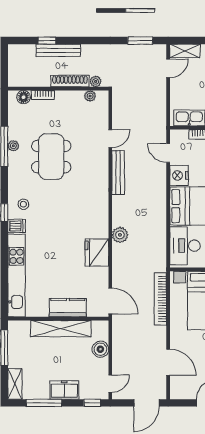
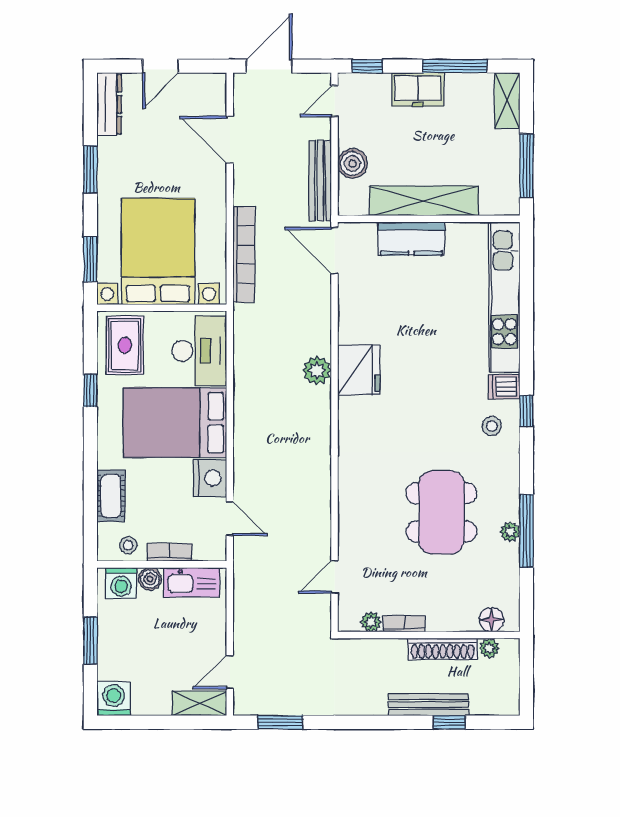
shoe rack: (70, 81) -> (443, 649), moved
plant: (96, 81) -> (489, 648), moved
bookcase: (43, 95) -> (404, 624), moved
door: (110, 139) -> (335, 577), moved
bench: (118, 173) -> (320, 181), moved
fridge: (97, 252) -> (359, 370), moved

